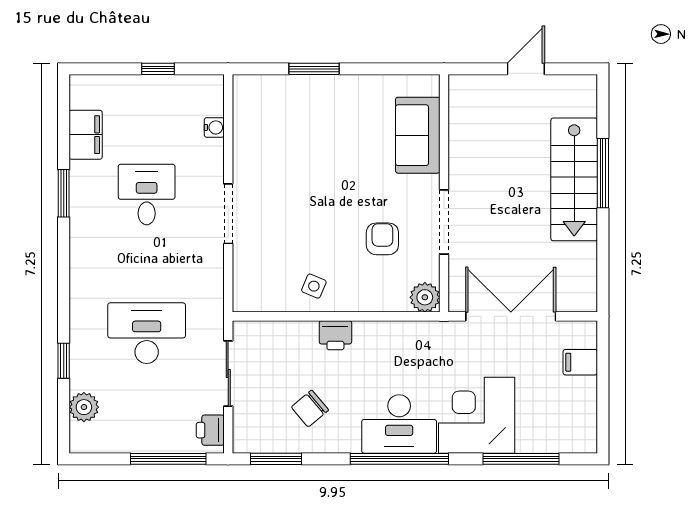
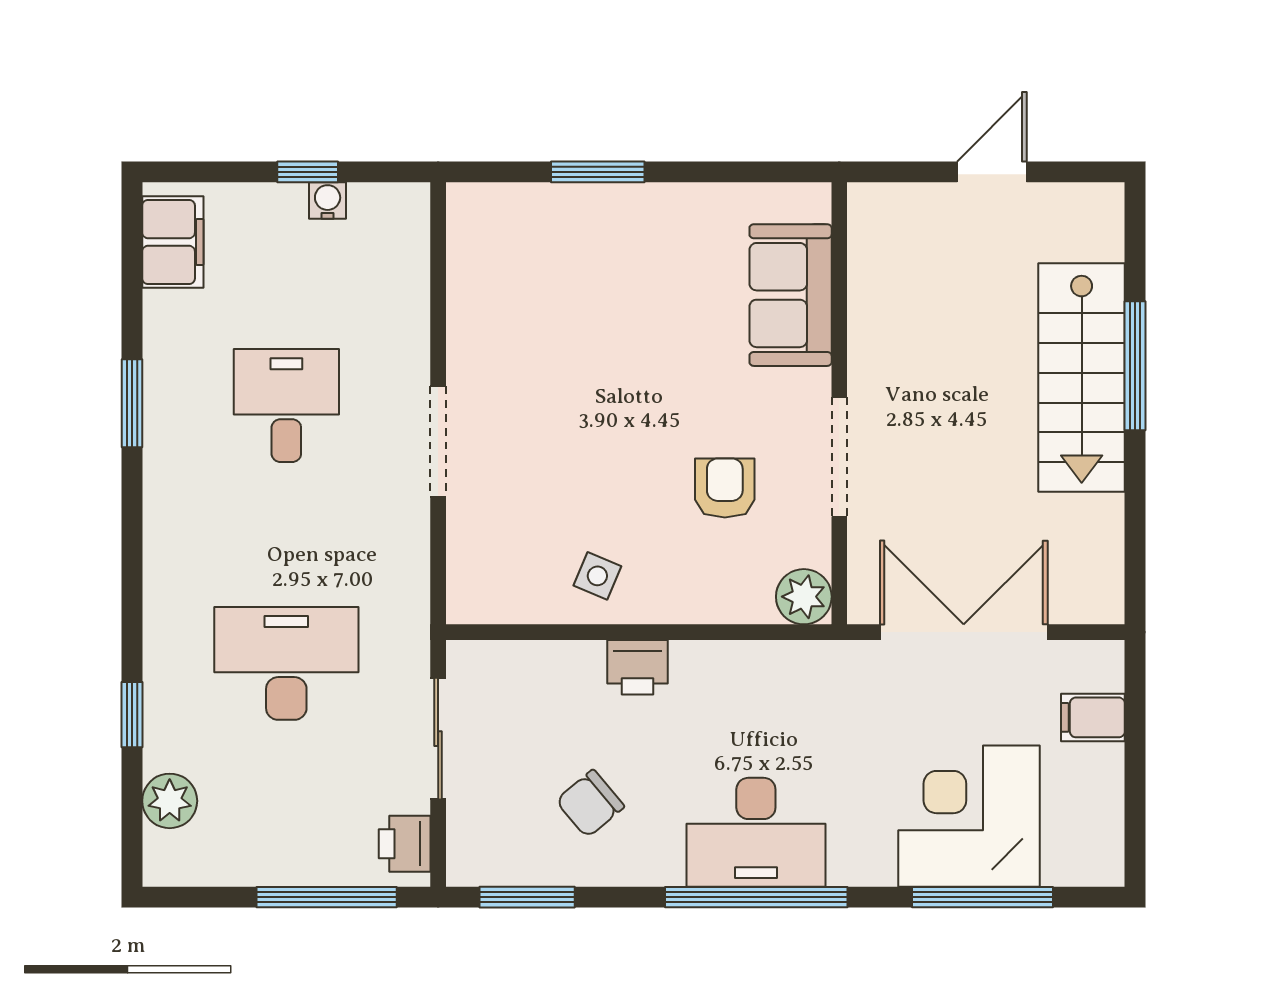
water cooler: (214, 127) -> (328, 200), moved, turned -90
filing cabinet: (86, 135) -> (173, 242), moved
corner desk: (477, 415) -> (969, 816), moved

